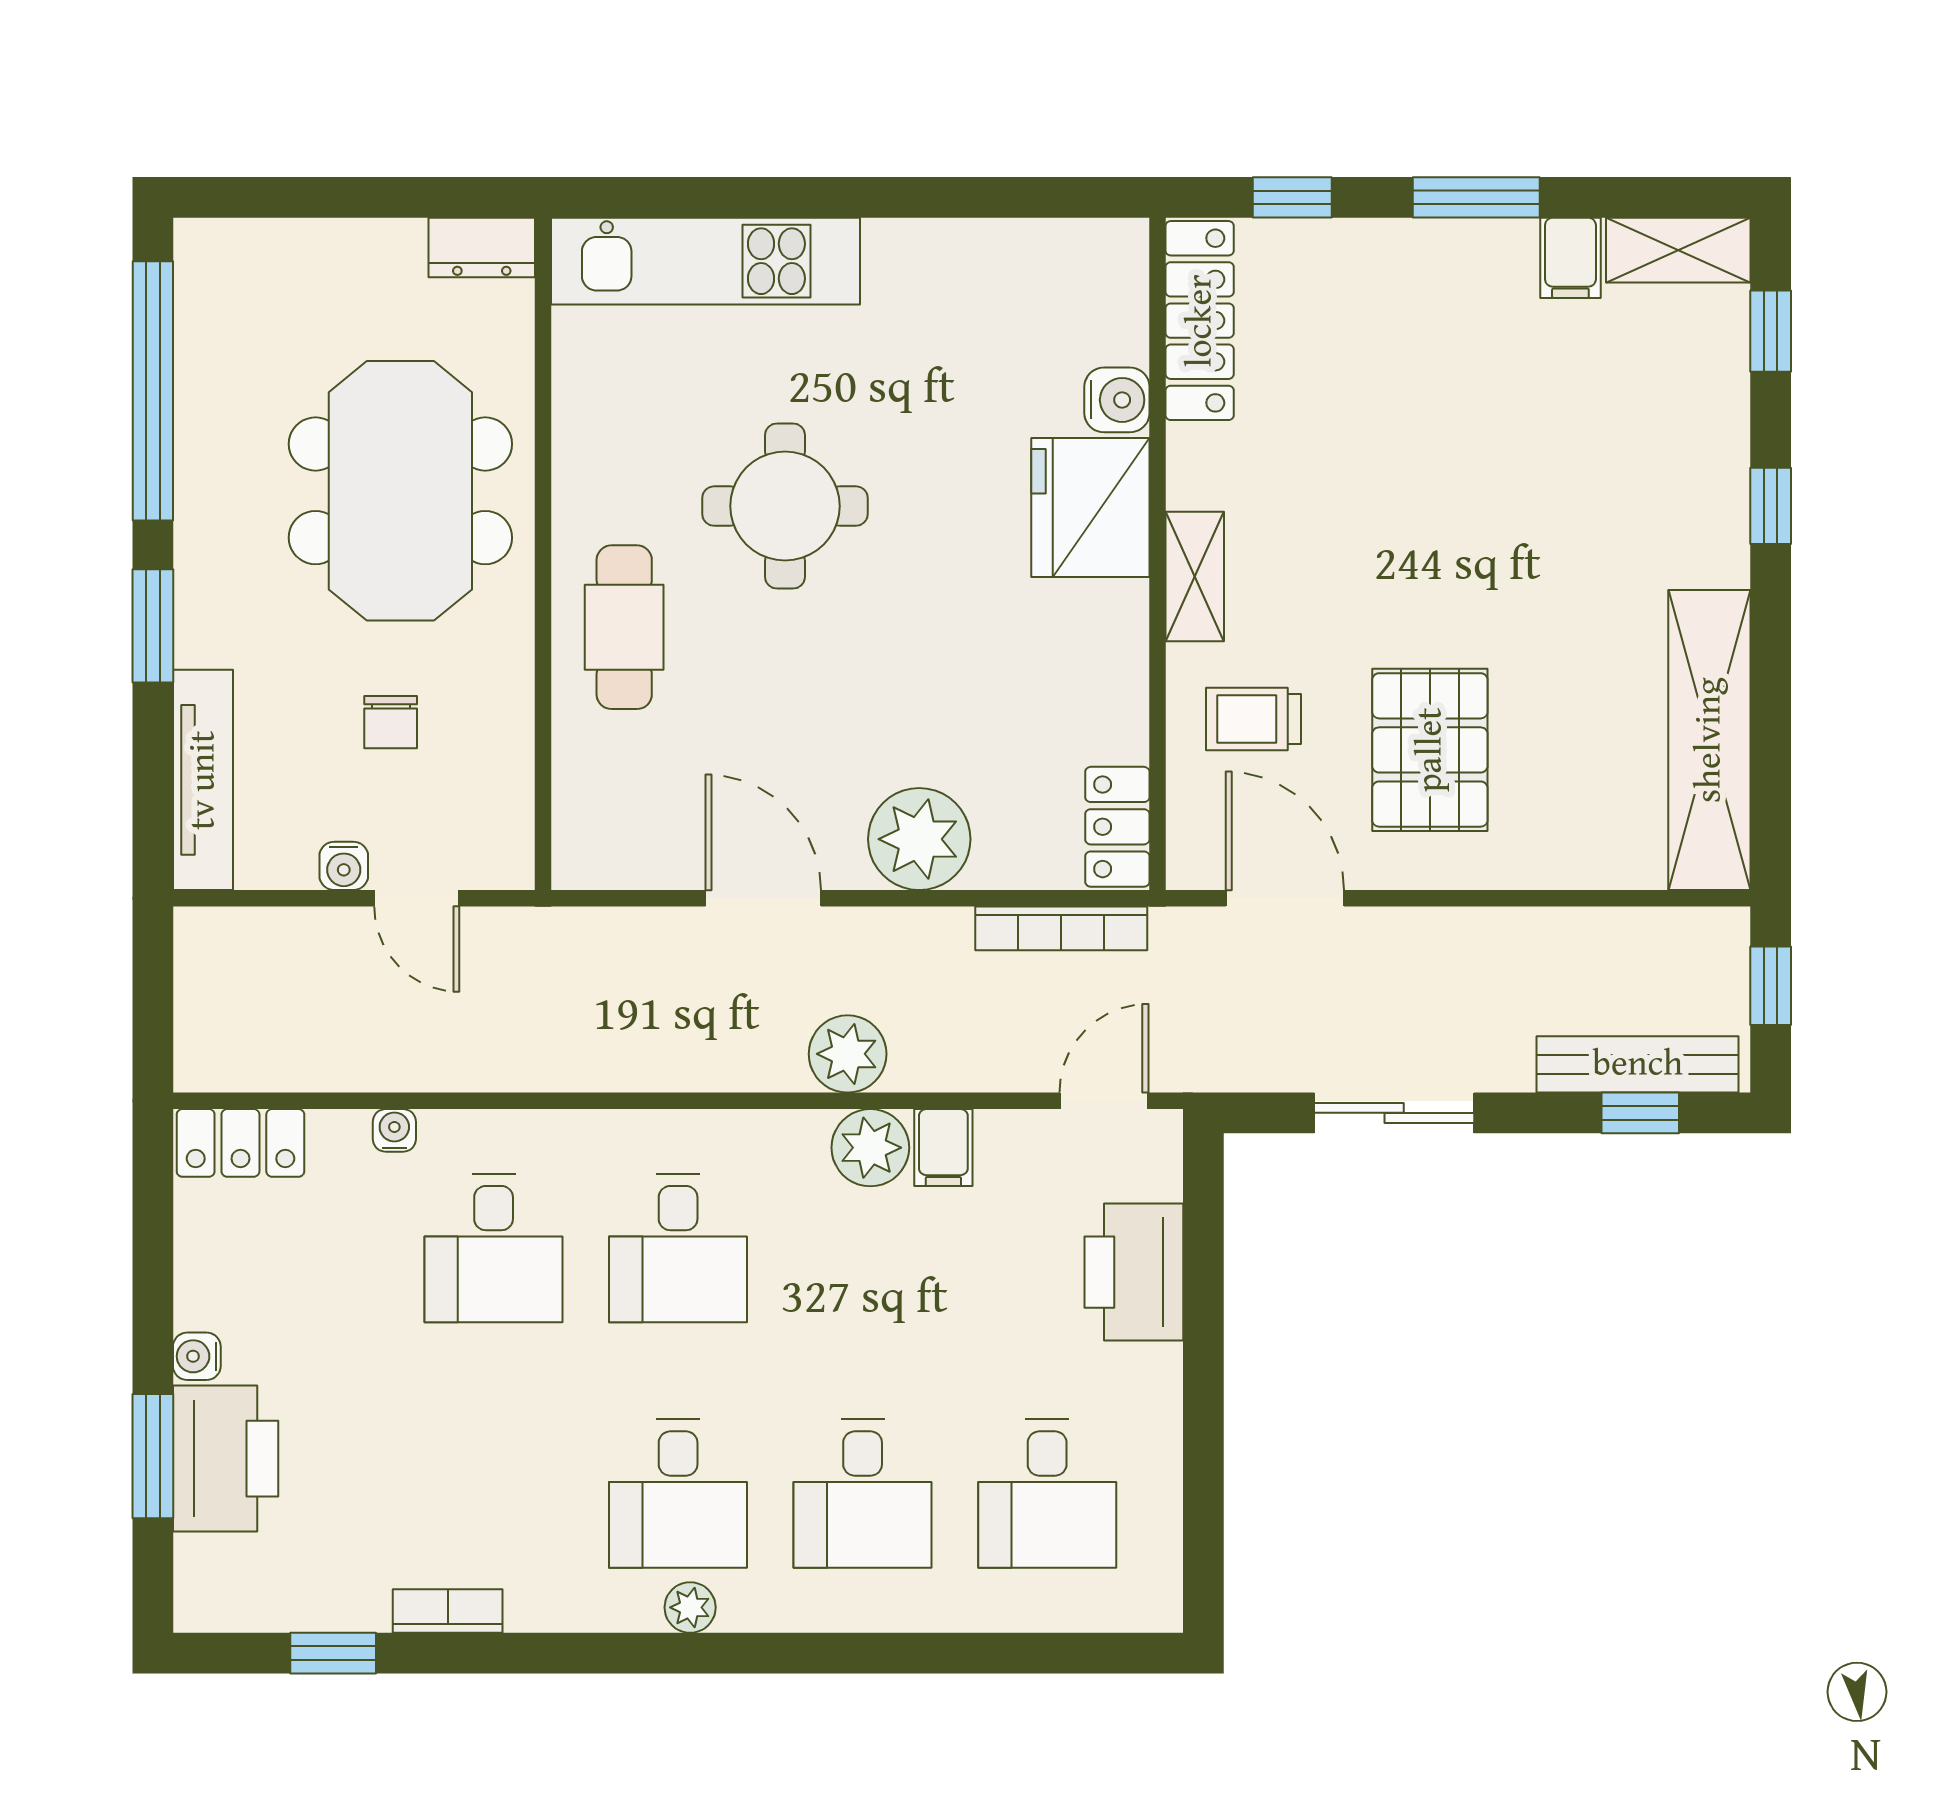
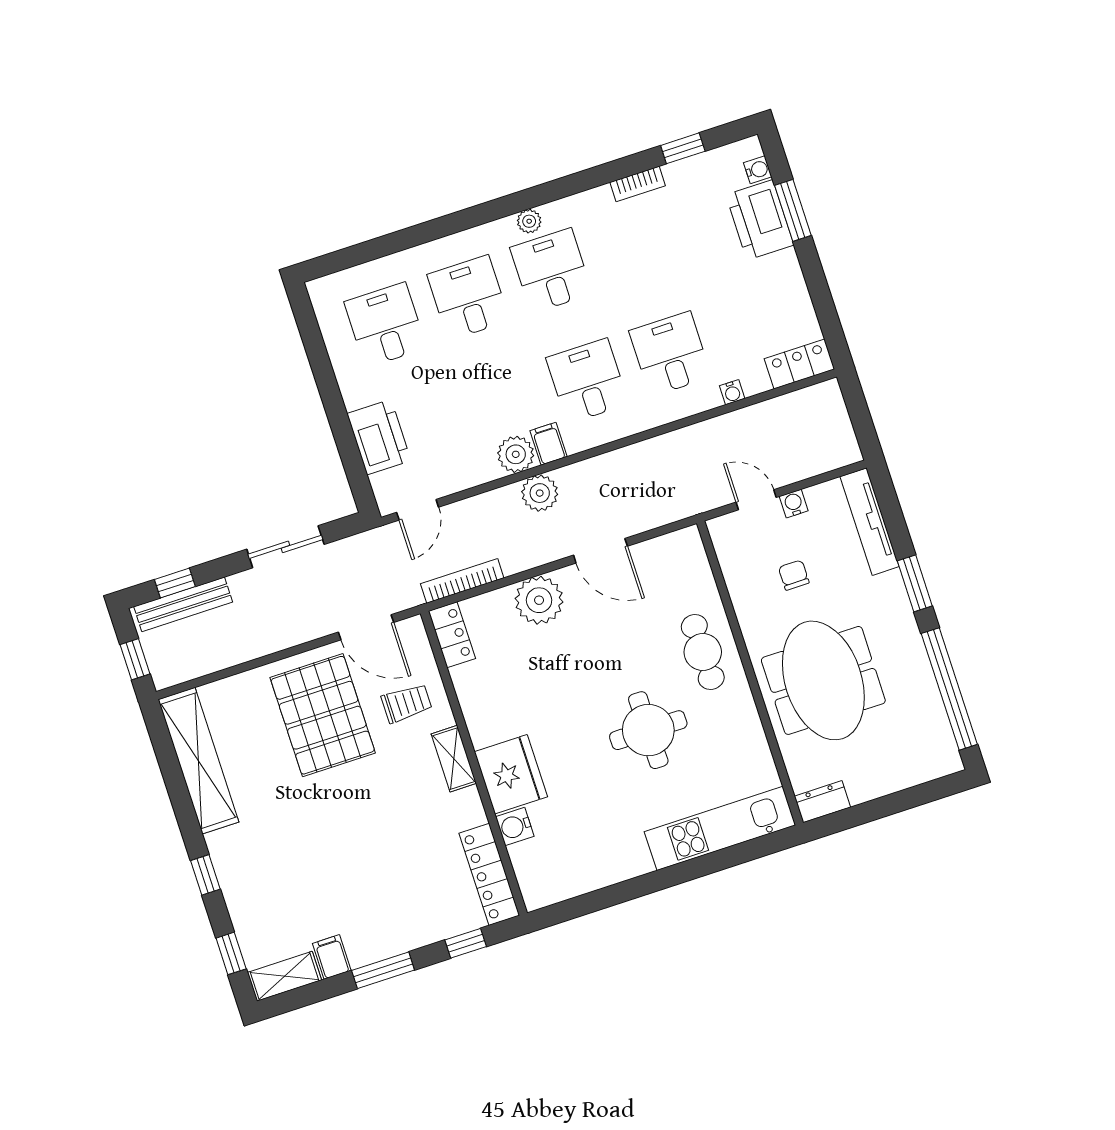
pallet: (1430, 750) -> (323, 715), width x1.37, depth x1.41
filing cabinet: (943, 1148) -> (549, 444), moved
water cooler: (197, 1356) -> (758, 170), moved

